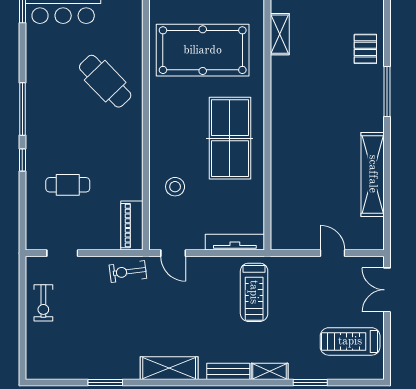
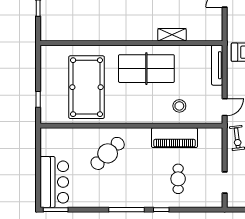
shelving: (280, 34) -> (172, 35), moved
piano: (132, 226) -> (174, 138), moved, width x1.37, depth x1.33

